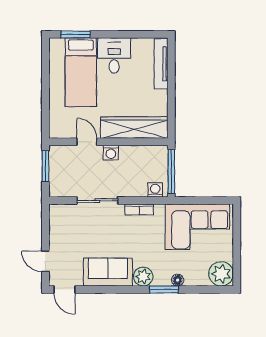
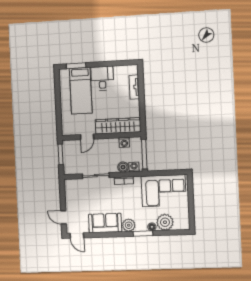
tv unit: (161, 64) -> (134, 87), width x0.71
door: (87, 142) -> (87, 137), swing flipped
washing machine: (111, 153) -> (124, 142), moved
boiler: (139, 189) -> (123, 167), added
plant: (221, 274) -> (165, 222), moved

